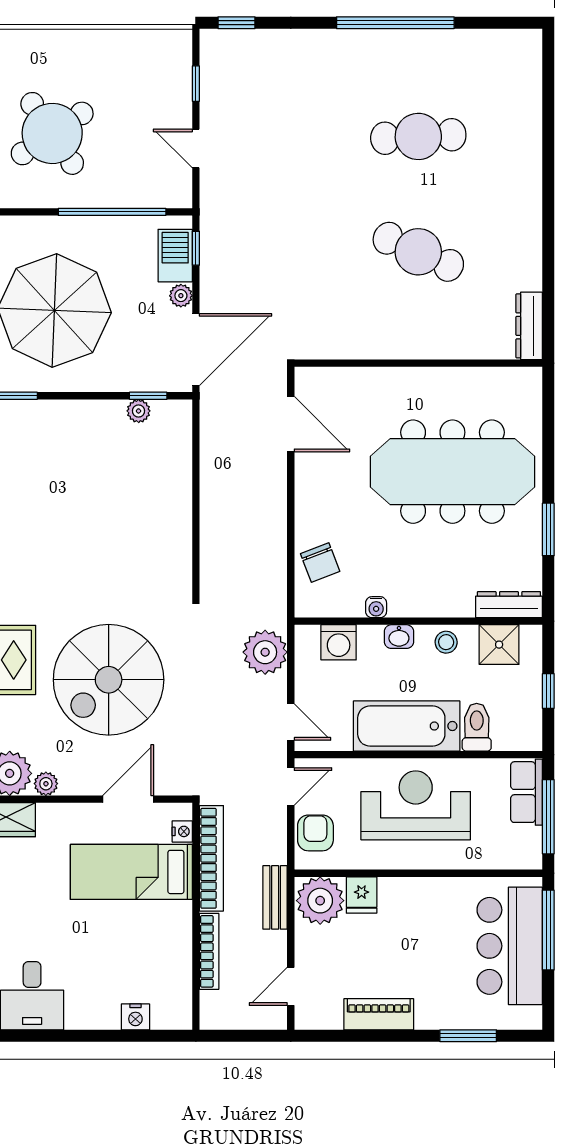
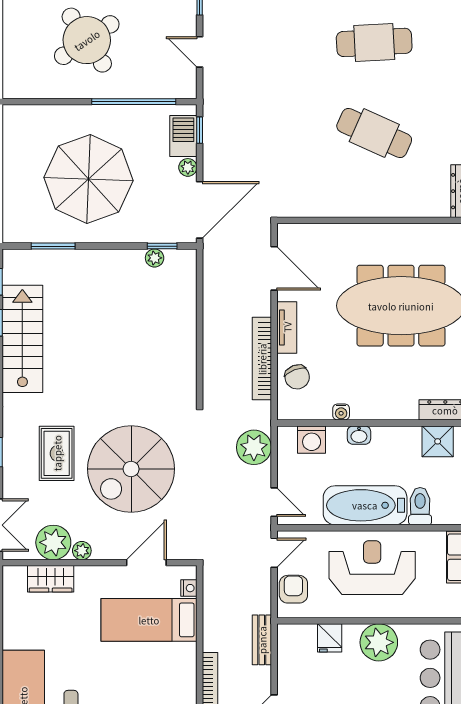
tv unit: (307, 499) -> (287, 327), added
stool: (446, 642) -> (396, 439), removed
bookcase: (211, 858) -> (262, 359), moved, turned 180
plant: (320, 901) -> (379, 642), moved

